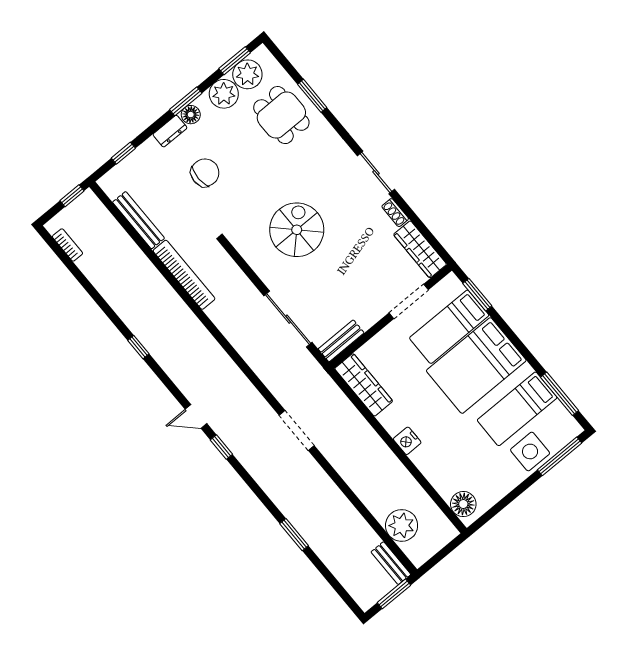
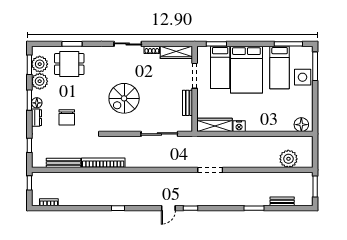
chair: (205, 173) -> (67, 117), turned 180
spiral stairs: (297, 230) -> (124, 98), turned -90
bench: (341, 341) -> (188, 103), moved
nightstand: (407, 441) -> (239, 126), moved
bench: (391, 563) -> (282, 201), moved

